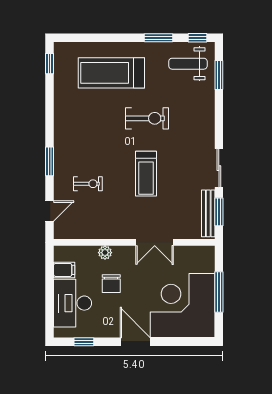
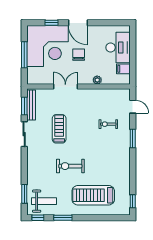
treadmill: (111, 73) -> (93, 195), turned 180
treadmill: (146, 174) -> (59, 129), moved
door: (50, 211) -> (133, 107), swing flipped
chair: (111, 284) -> (79, 55), moved
window: (84, 342) -> (52, 23), moved

